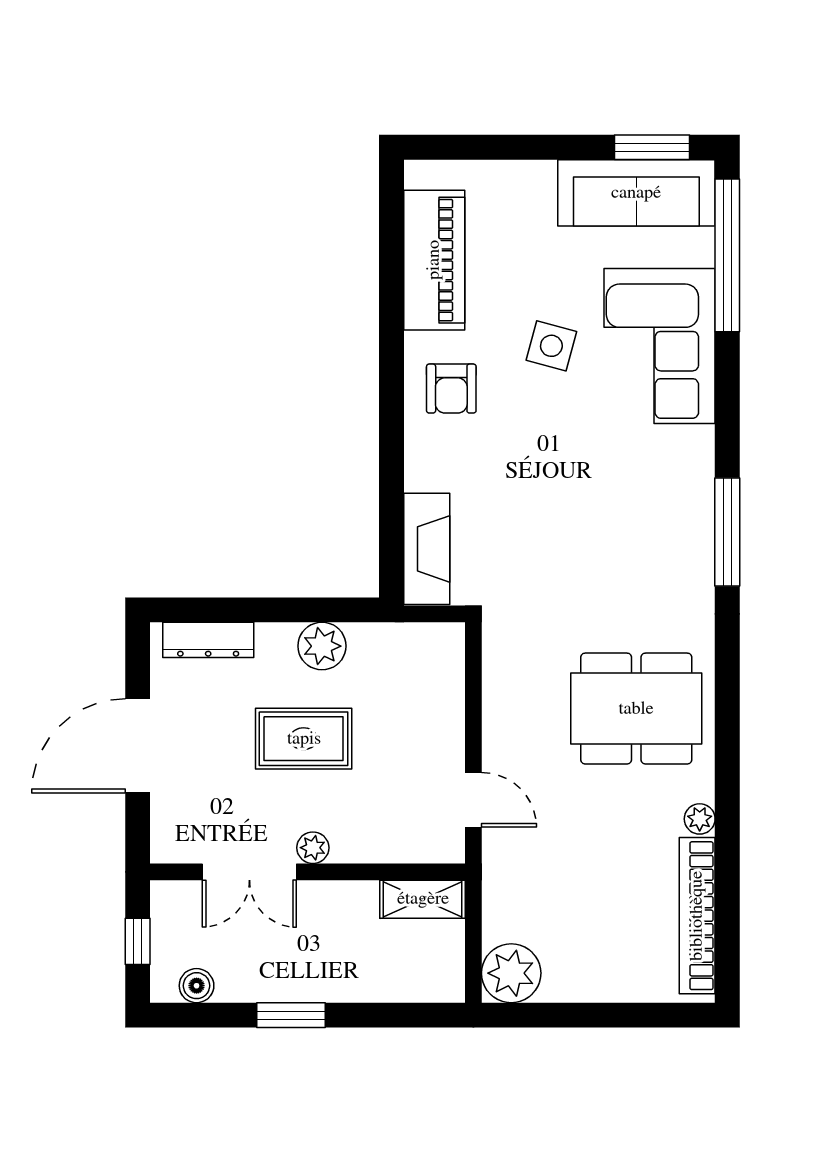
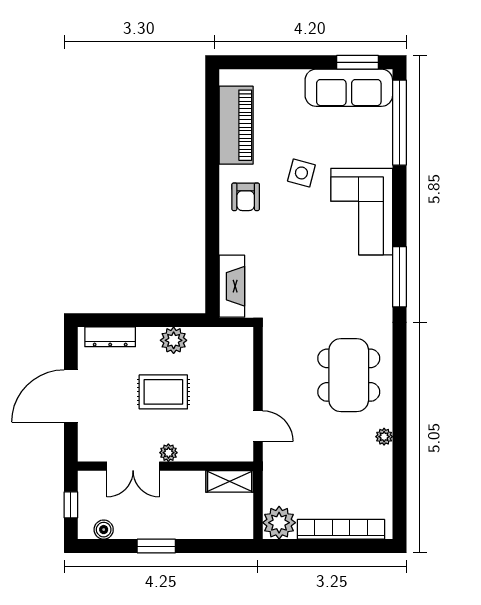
corner sofa: (660, 346) -> (362, 212), moved
dining table: (636, 709) -> (349, 375), turned 90
bookcase: (697, 916) -> (341, 529), moved, turned 90

